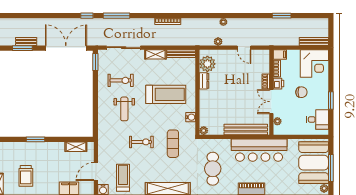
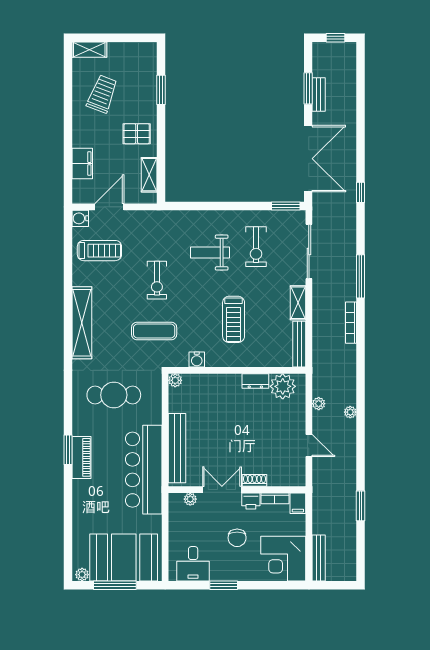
window: (116, 16) -> (360, 276), moved
door: (244, 48) -> (309, 445), swing flipped
treadmill: (166, 94) -> (234, 319), width x0.73, depth x0.73
window: (35, 139) -> (161, 90), moved
pallet: (50, 155) -> (137, 134), added
door: (96, 171) -> (109, 207), hinge flipped
trolley: (26, 176) -> (102, 94), turned 111

